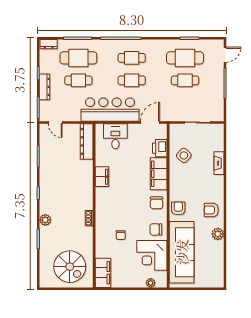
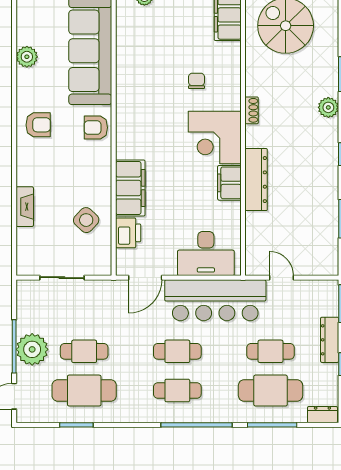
plant: (215, 81) -> (32, 349), added
door: (55, 122) -> (281, 278), moved
desk: (115, 136) -> (206, 254), width x1.37
dresser: (87, 141) -> (256, 180), moved
chair: (156, 203) -> (134, 137), removed
armchair: (178, 208) -> (96, 128), turned 90
chair: (156, 229) -> (135, 91), removed
plant: (218, 234) -> (27, 57), moved
corner desk: (152, 255) -> (215, 137), moved, turned 180

